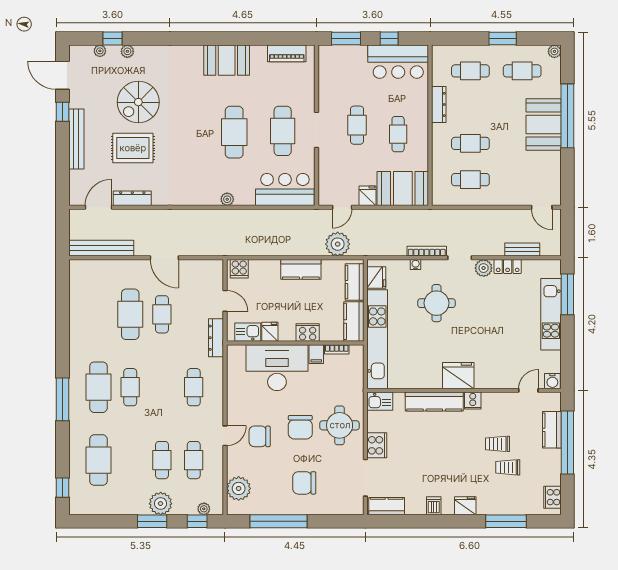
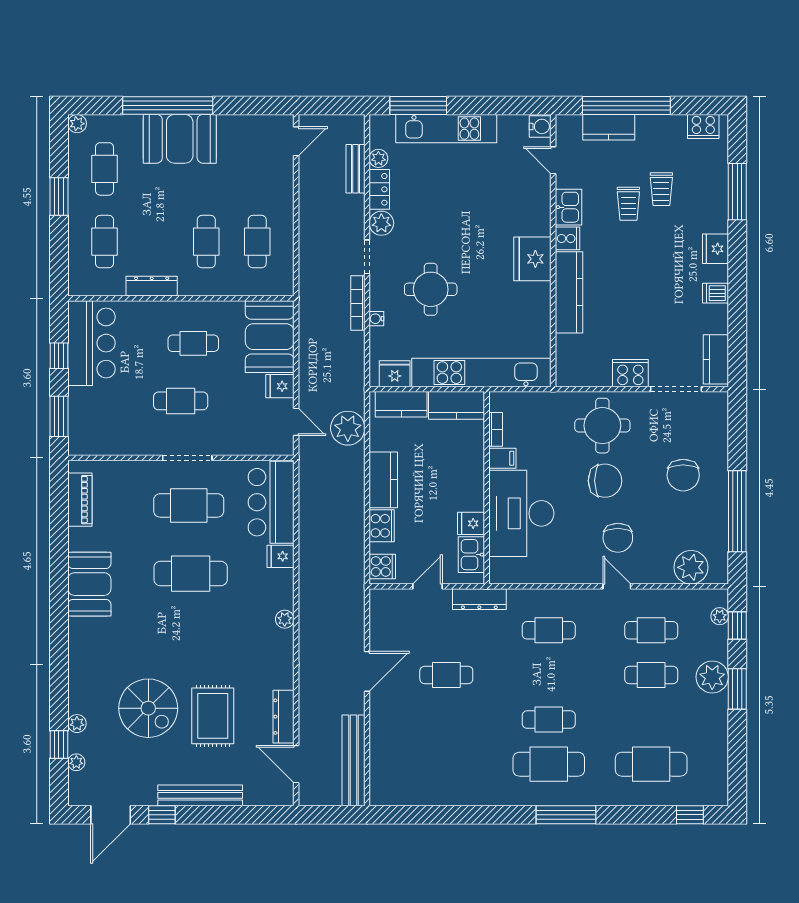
fridge: (246, 196) -> (280, 556), added
plant: (227, 199) -> (285, 619), moved
plant: (530, 266) -> (378, 158), added
cafe table: (130, 314) -> (446, 720), removed
cooker: (308, 333) -> (382, 526), moved, turned 180
kitchen sink: (380, 401) -> (568, 207), moved

